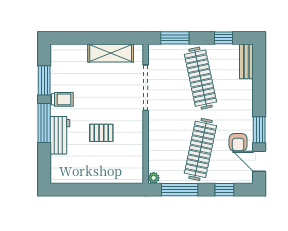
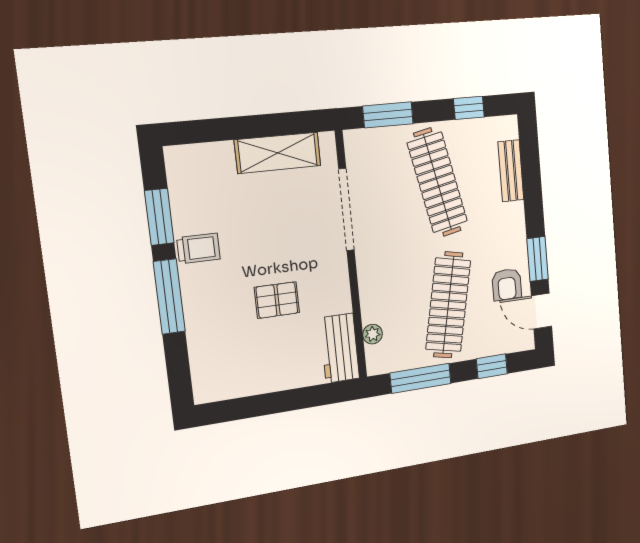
bench: (246, 61) -> (511, 171), moved
workbench: (60, 135) -> (340, 348), moved, turned 180
plant: (154, 178) -> (373, 334), moved

